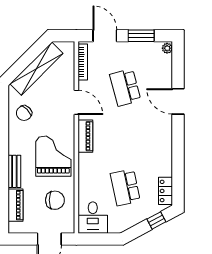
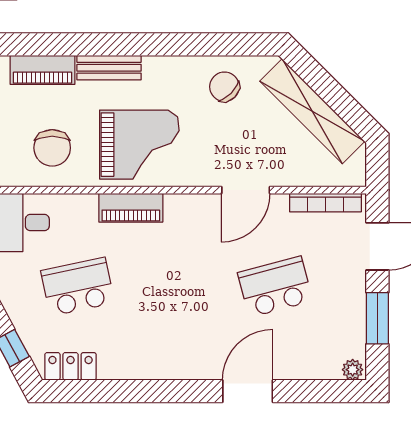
piano: (85, 136) -> (131, 208), moved

